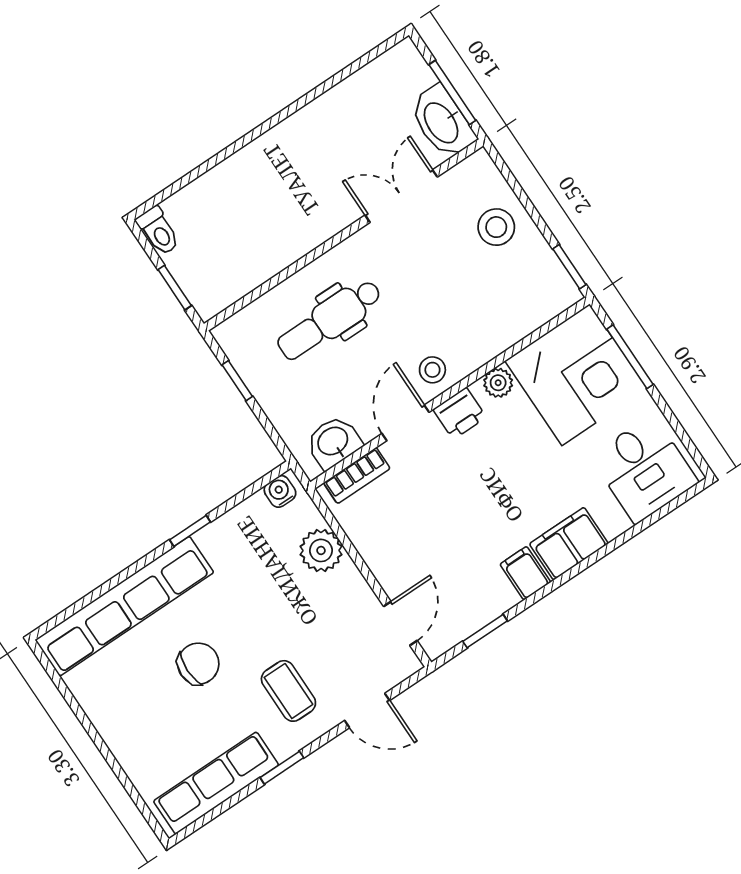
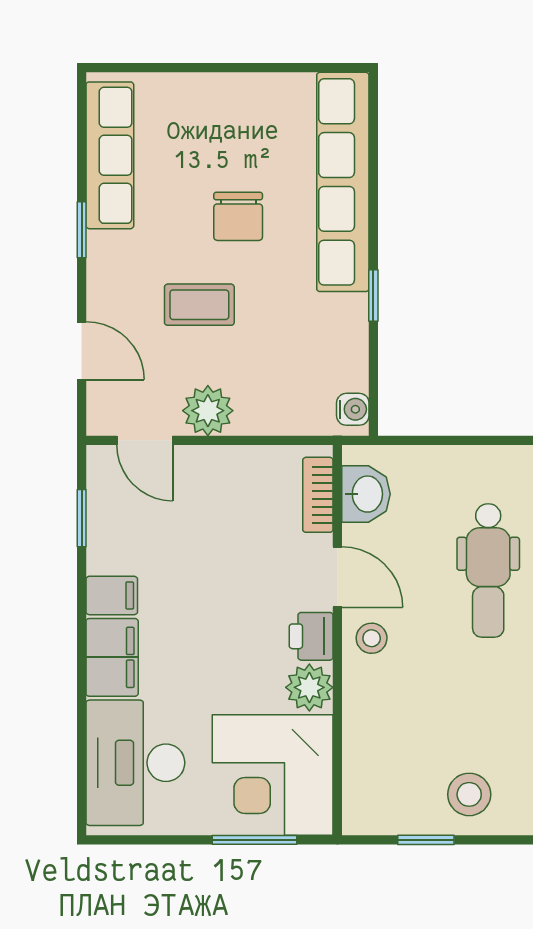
window: (569, 267) -> (426, 840), moved
dental chair: (329, 320) -> (488, 570), turned 180
window: (237, 381) -> (489, 440), removed
plant: (498, 383) -> (309, 687), width x1.38, depth x1.38
desk: (644, 469) -> (135, 763), width x1.37
plant: (321, 550) -> (208, 411), moved
coffee table: (288, 691) -> (199, 305), moved
door: (367, 710) -> (82, 351), swing flipped

